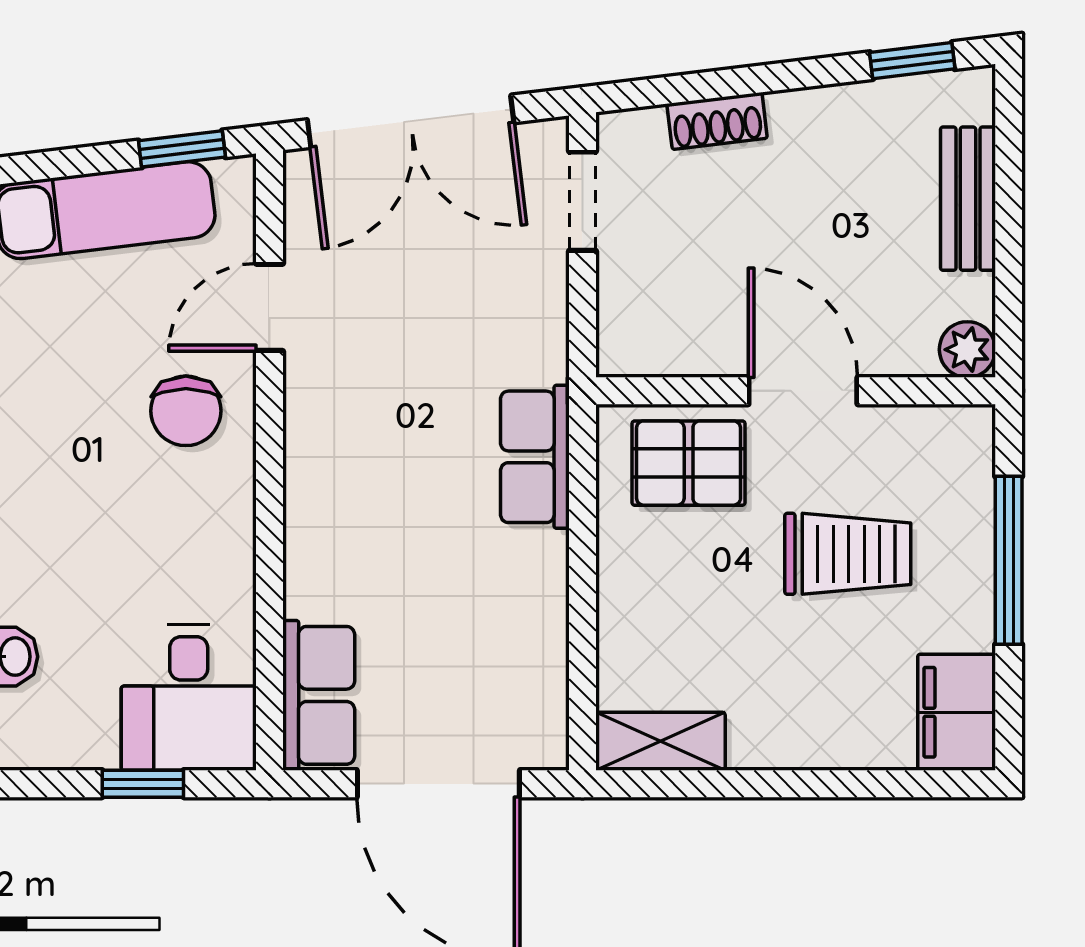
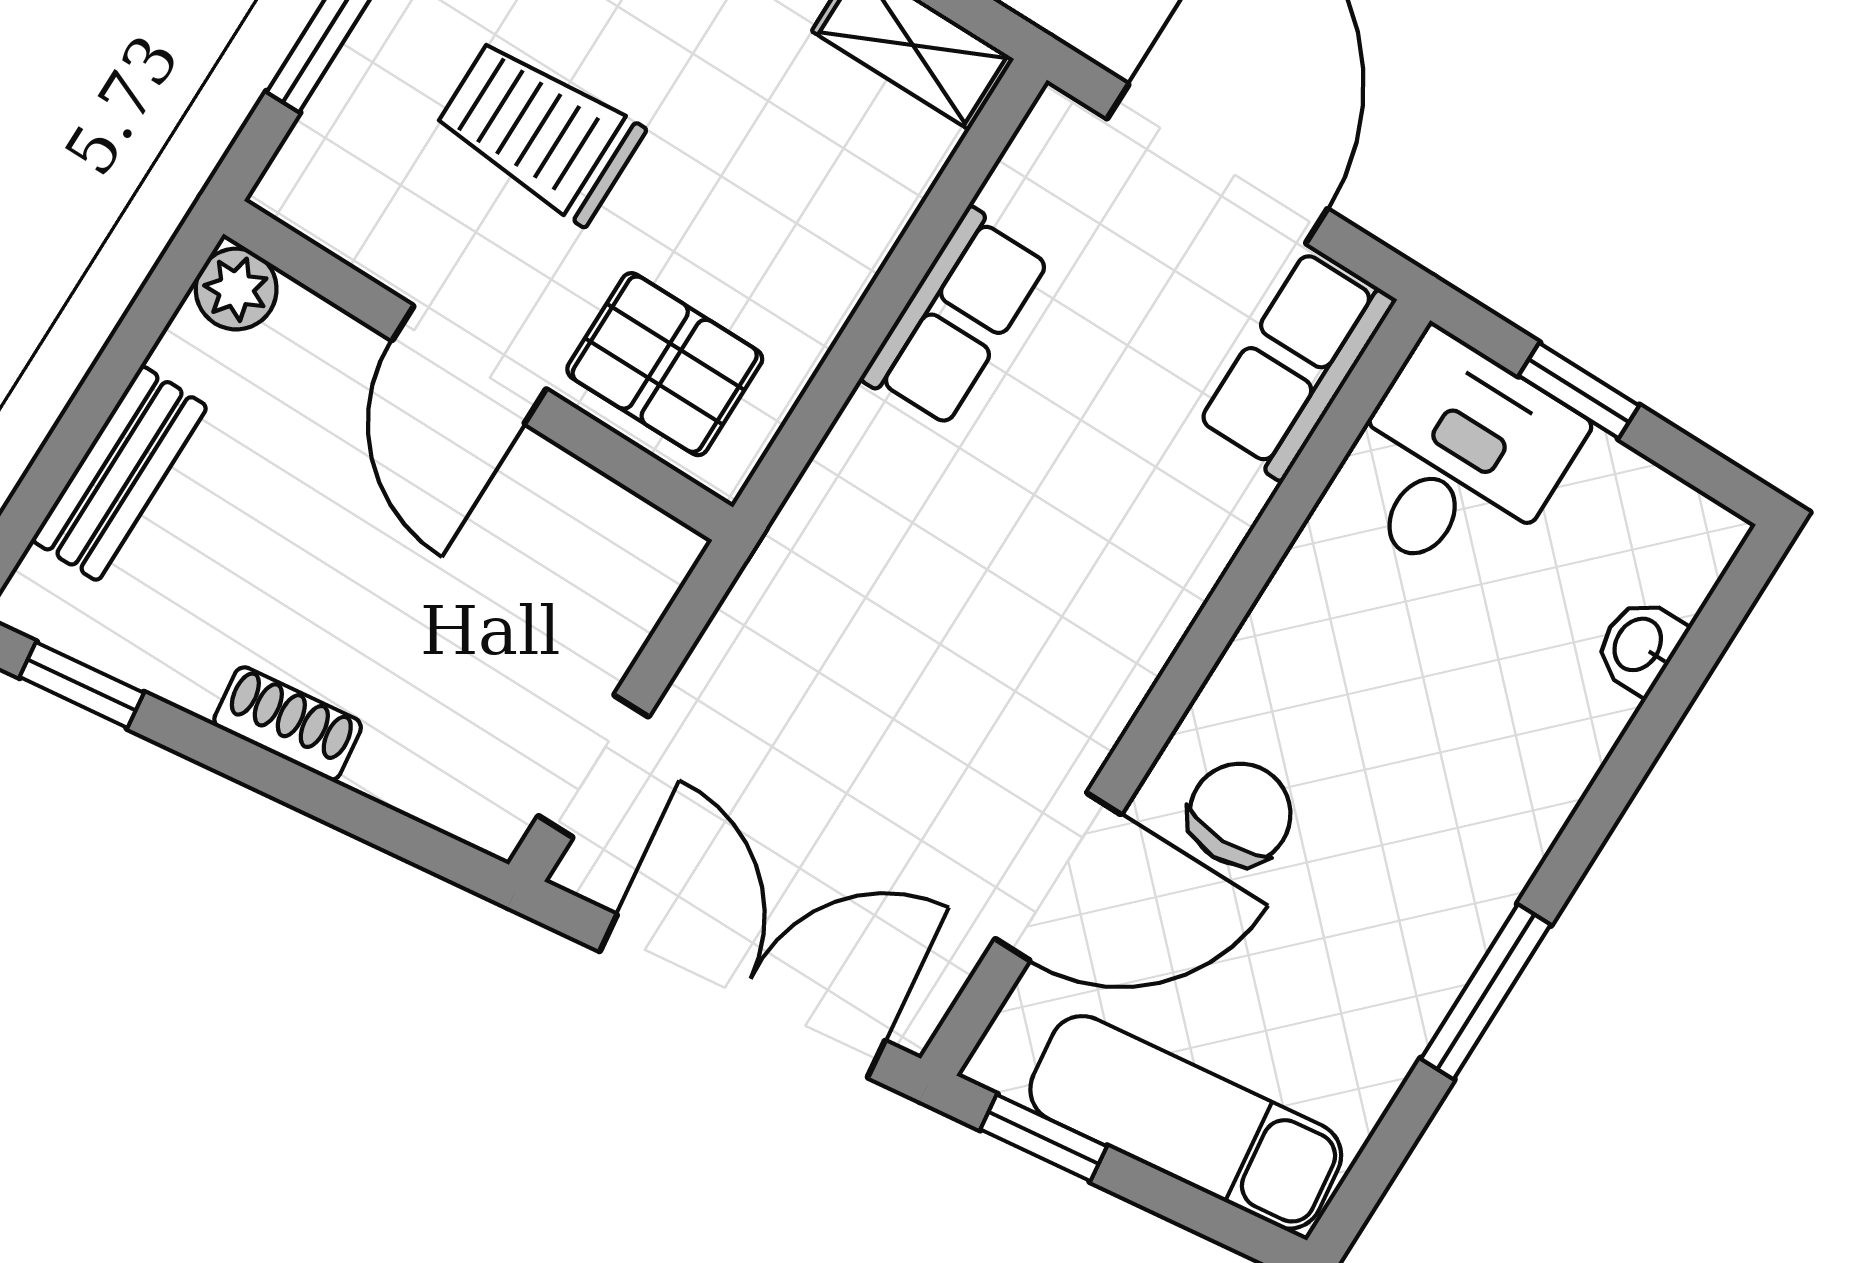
shoe rack: (717, 121) -> (288, 724), moved
door: (269, 307) -> (1058, 877), width x1.38
row of seats: (535, 457) -> (956, 318), moved

